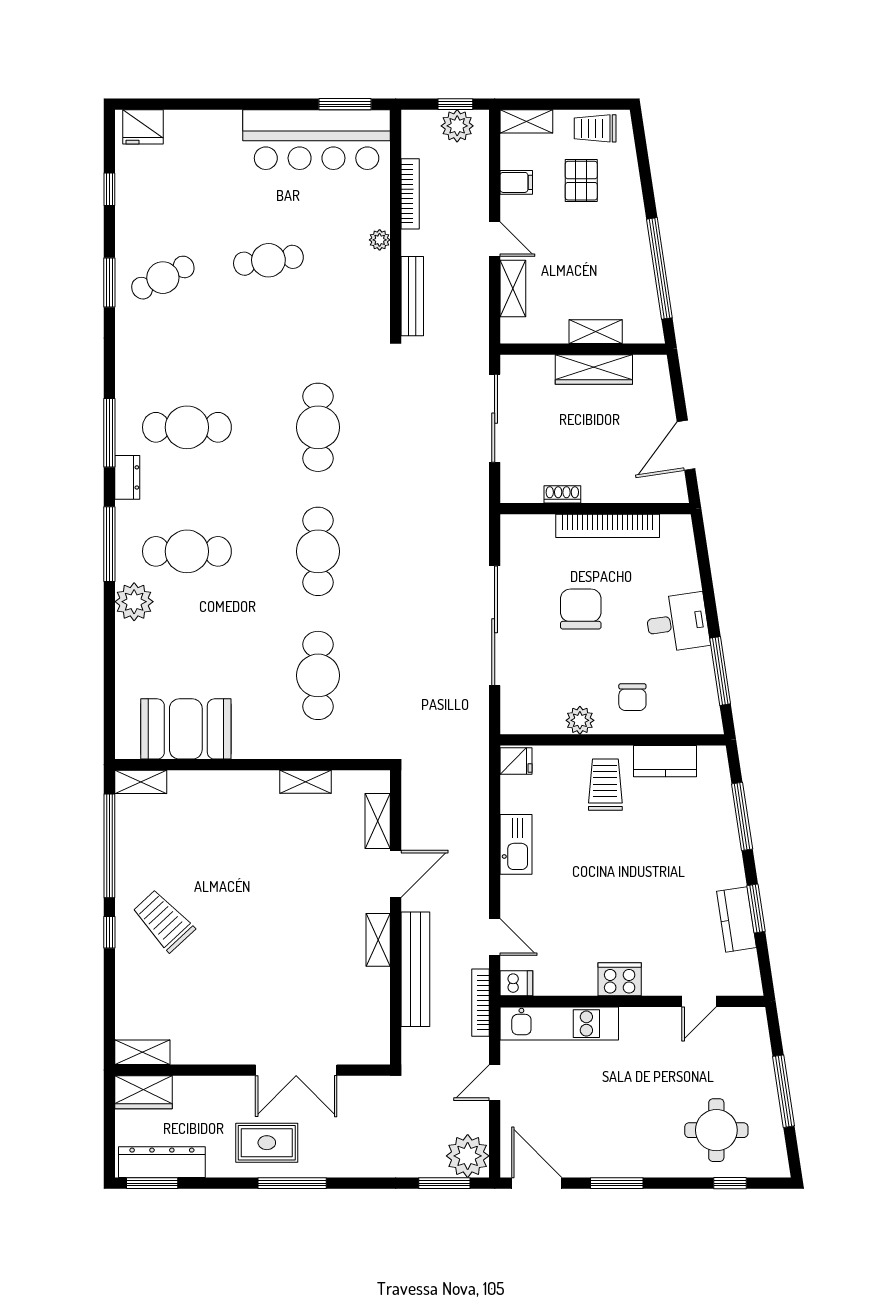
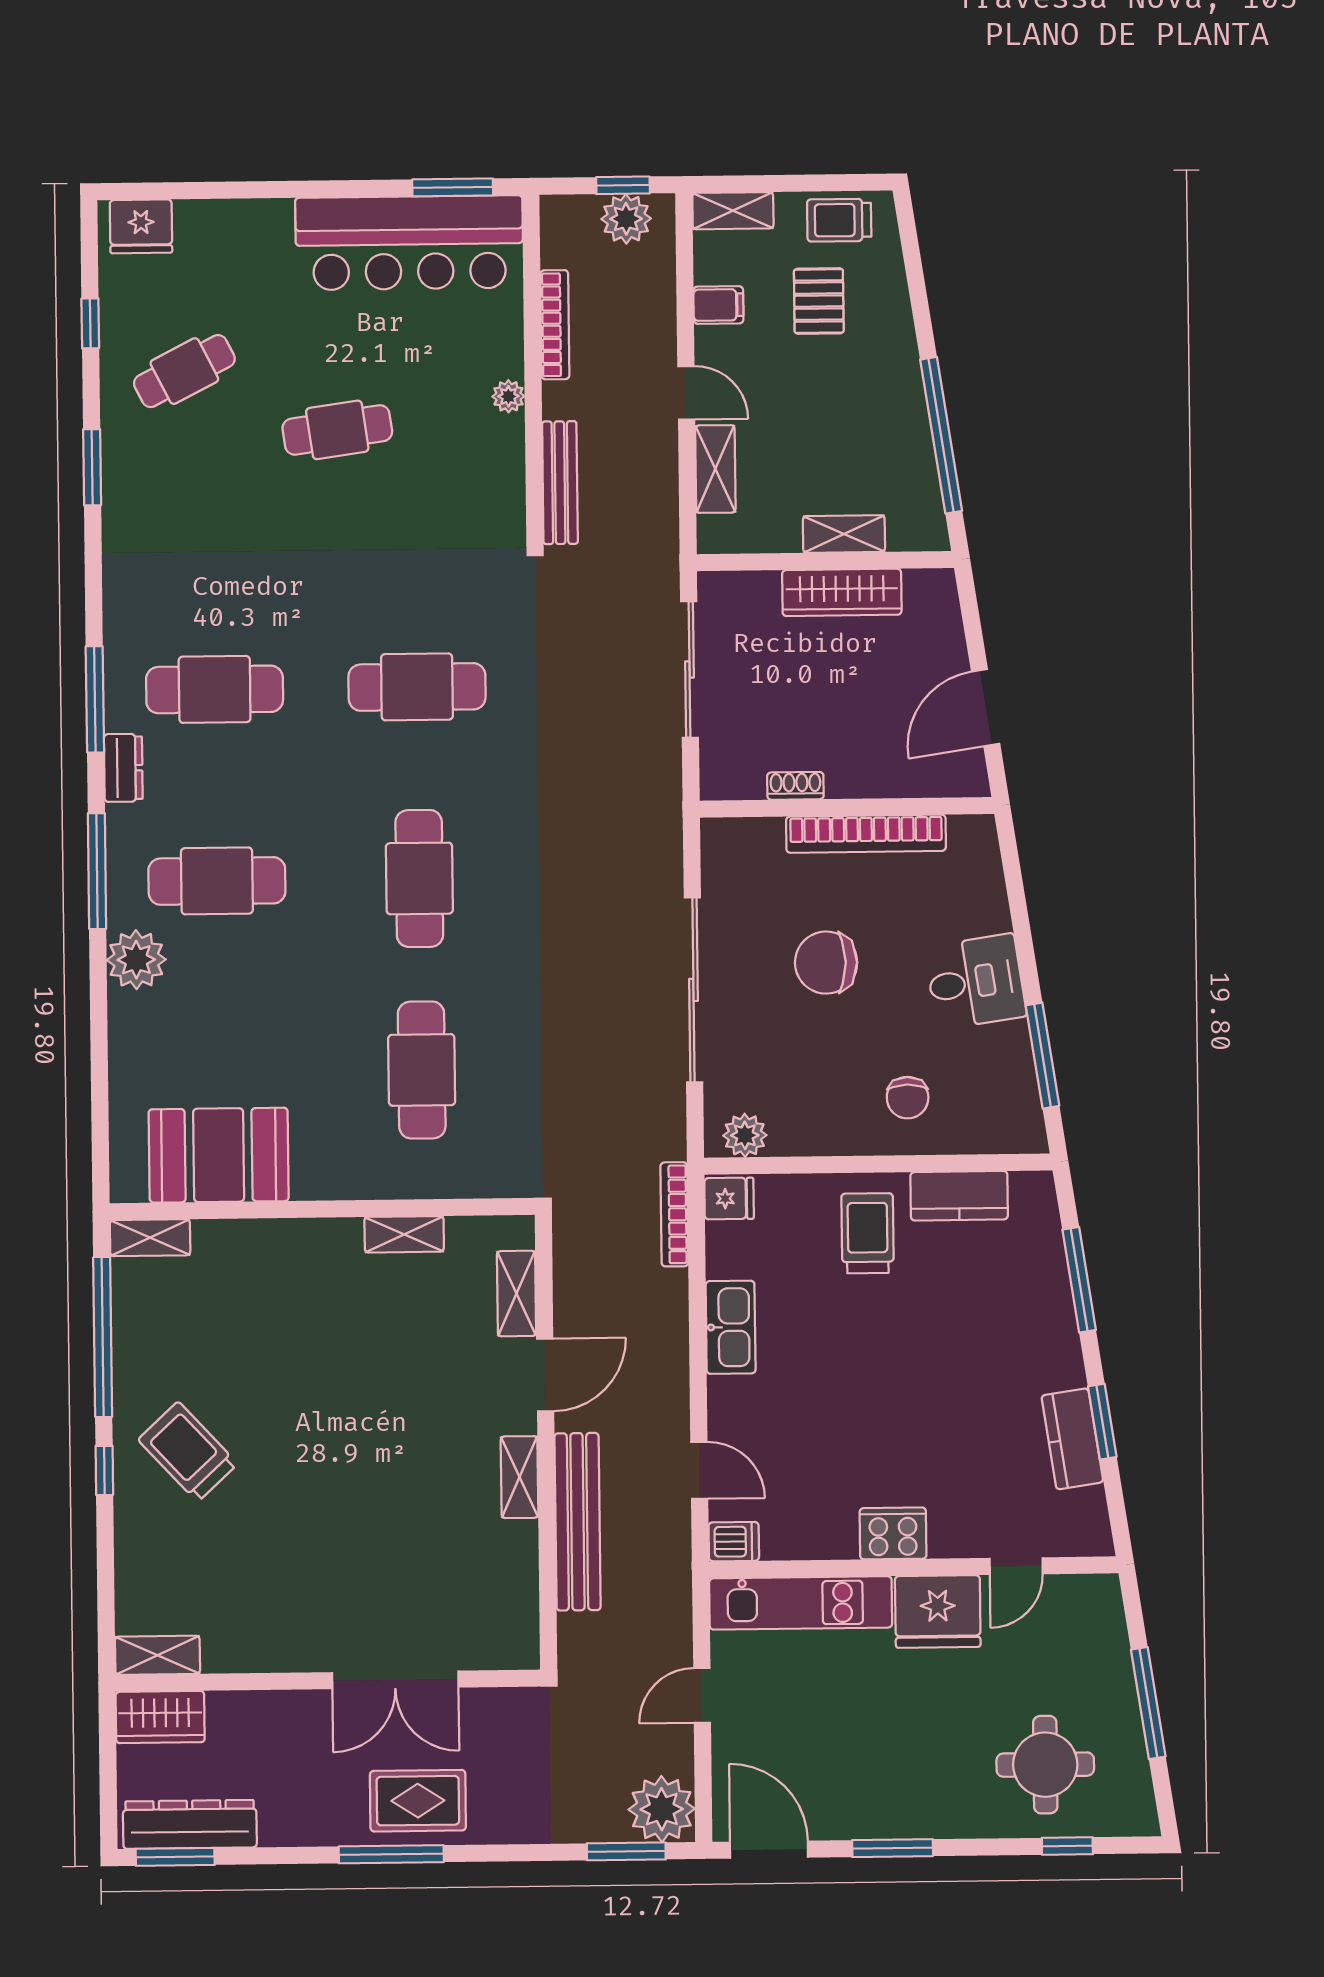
cafe table: (163, 278) -> (184, 371), moved
cafe table: (318, 427) -> (417, 687), turned 90
chair: (581, 609) -> (826, 963), turned -90
plant: (580, 720) -> (745, 1135), moved
bookcase: (481, 1003) -> (674, 1214), moved
fridge: (648, 1030) -> (938, 1611), added
rug: (267, 1143) -> (418, 1801), moved

